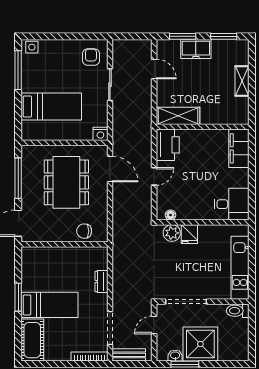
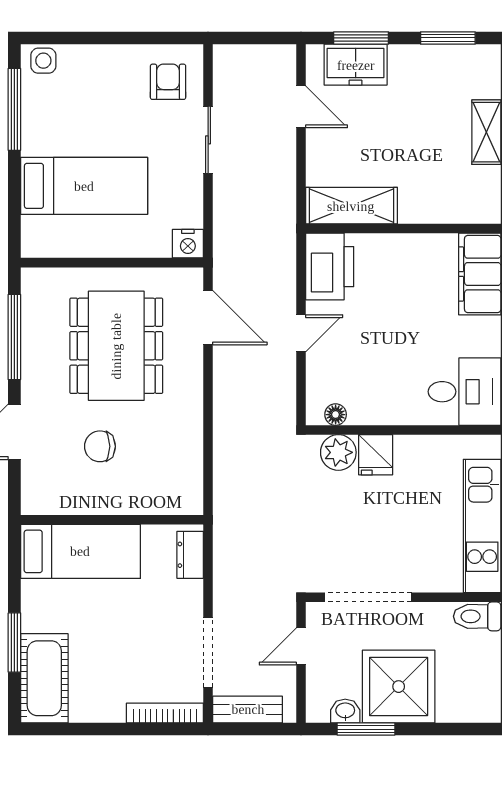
freezer: (196, 49) -> (356, 65), moved
chair: (84, 231) -> (100, 446), moved
wall: (64, 244) -> (112, 520), moved
window: (18, 297) -> (14, 643), moved
bed: (49, 305) -> (80, 551), moved

